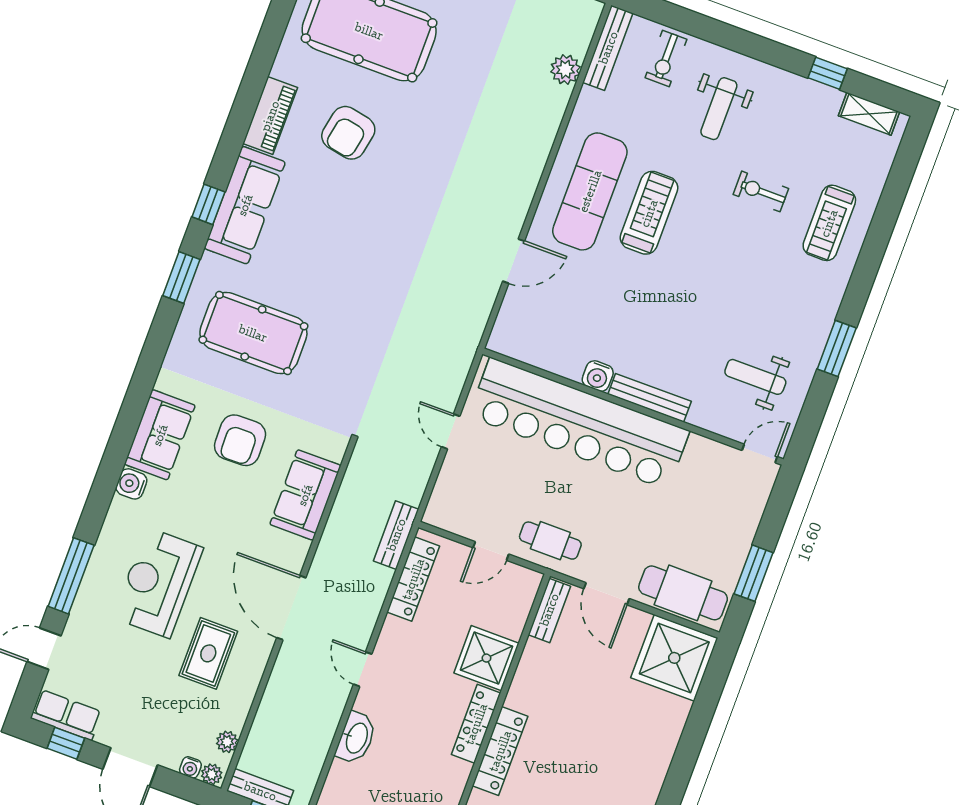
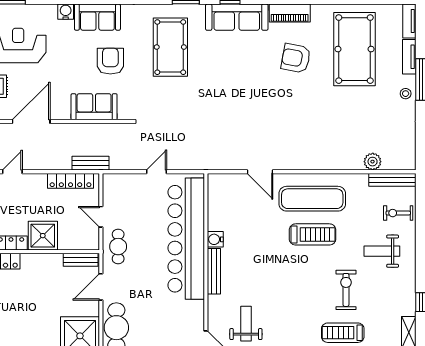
exercise bike: (761, 191) -> (346, 290), width x1.38, depth x1.39
armchair: (240, 440) -> (110, 61), turned 91

